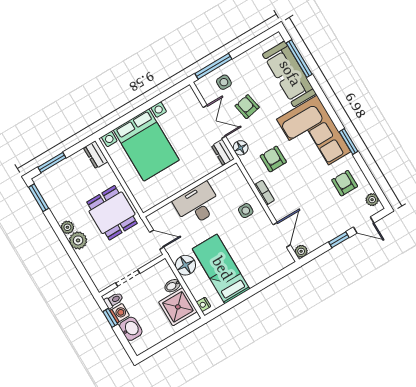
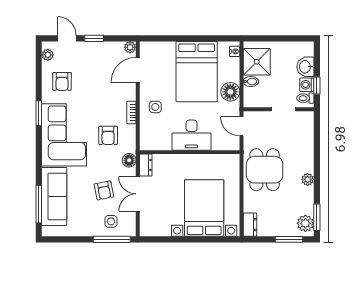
plant: (78, 240) -> (305, 223), moved
bed: (221, 269) -> (197, 72), width x1.50

